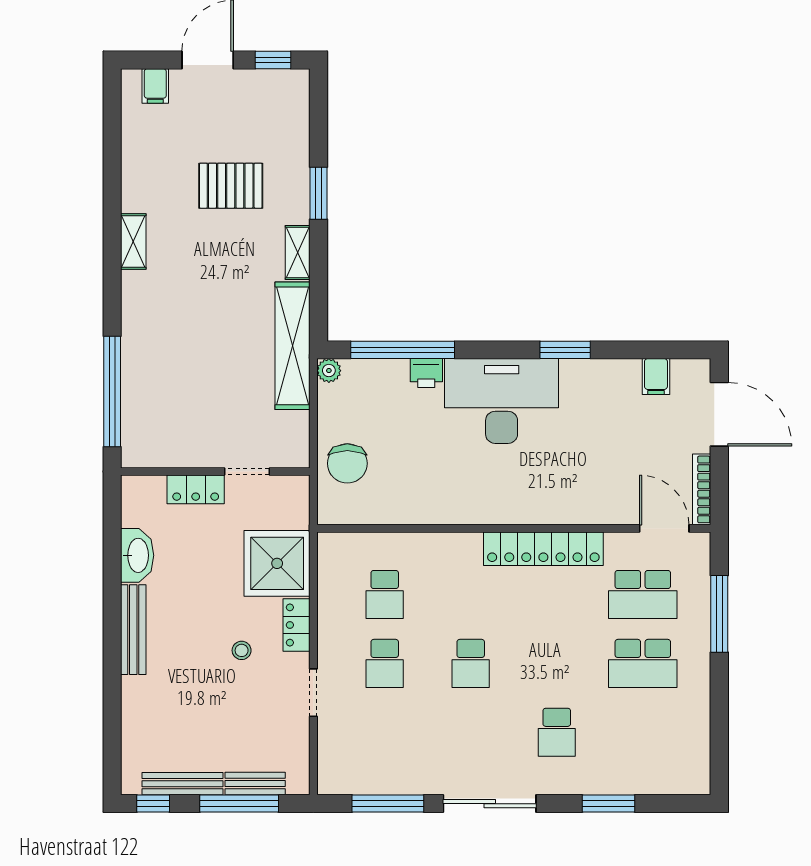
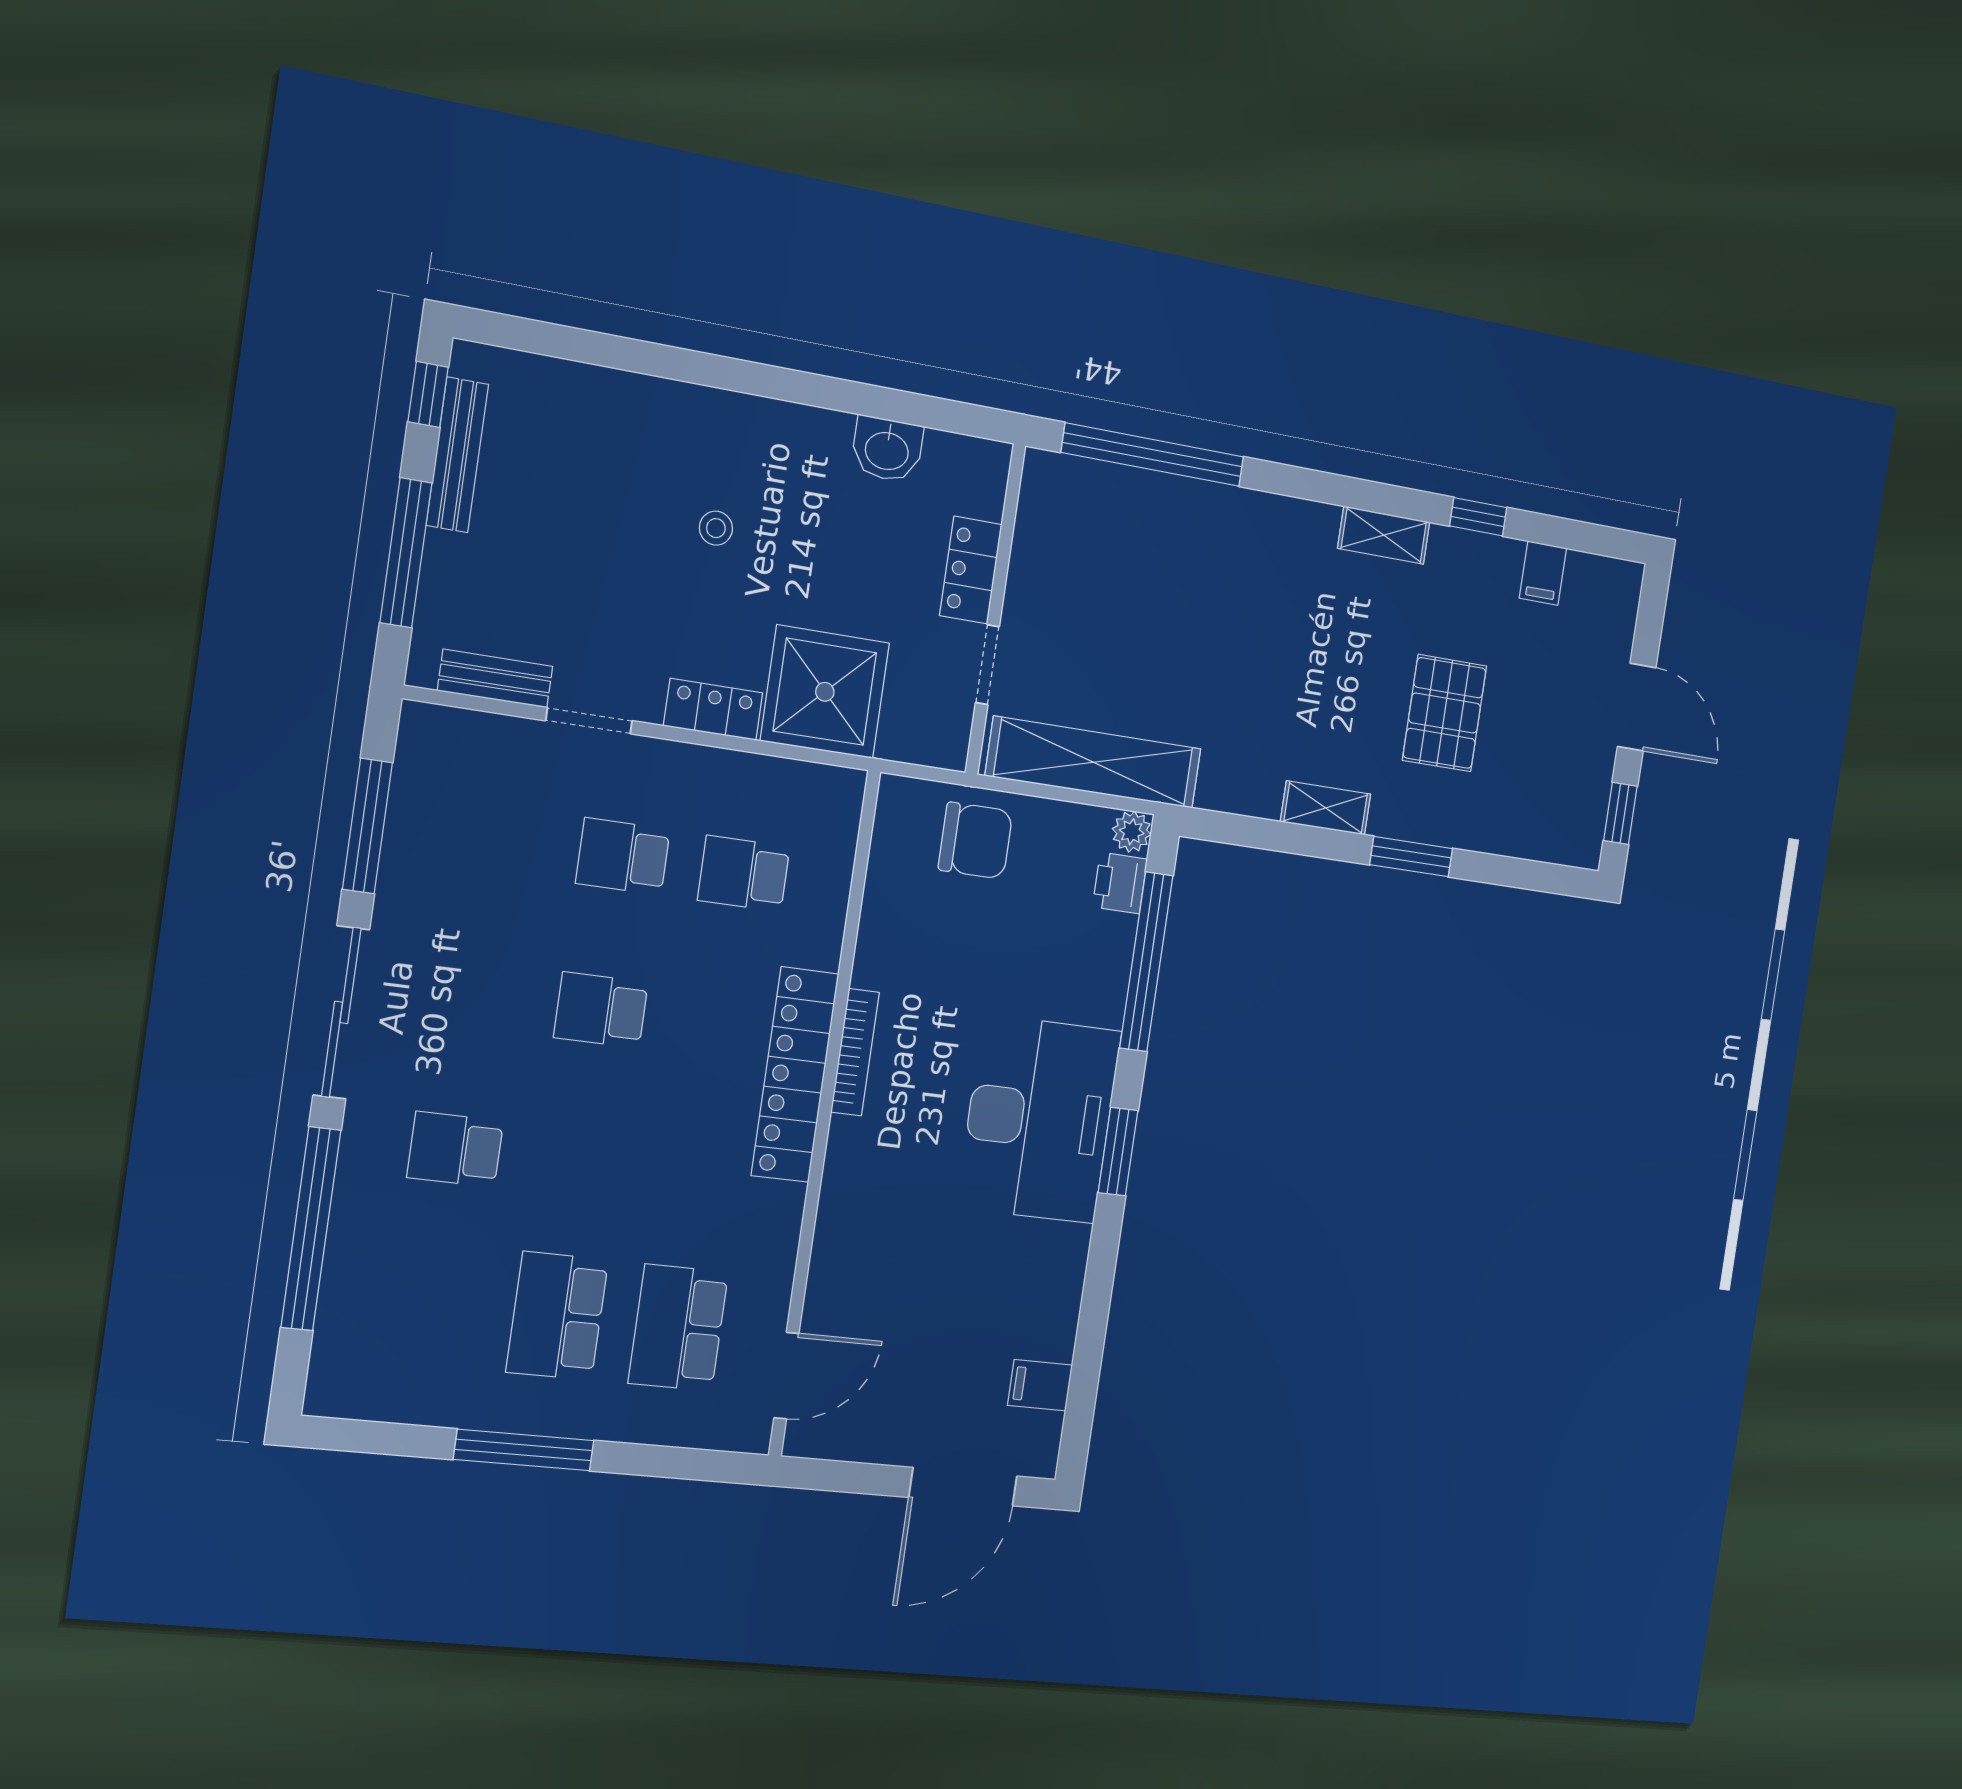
filing cabinet: (155, 86) -> (1543, 573), moved, turned -90
window: (112, 183) -> (1478, 517), added
shelving: (293, 346) -> (1094, 762), moved
window: (565, 350) -> (1118, 1152), moved
printer: (426, 373) -> (1120, 883), moved
chair: (347, 463) -> (975, 841), turned 180
bookcase: (702, 489) -> (855, 1052), moved, turned 90
locker: (543, 549) -> (795, 1075), moved
washbasin: (137, 555) -> (887, 449), width x0.72
window: (719, 614) -> (524, 1450), moved
bench: (133, 630) -> (747, 416), removed
stool: (242, 650) -> (716, 528), moved
bench: (255, 784) -> (495, 679), moved, turned 90
window: (609, 804) -> (311, 1229), width x2.11

